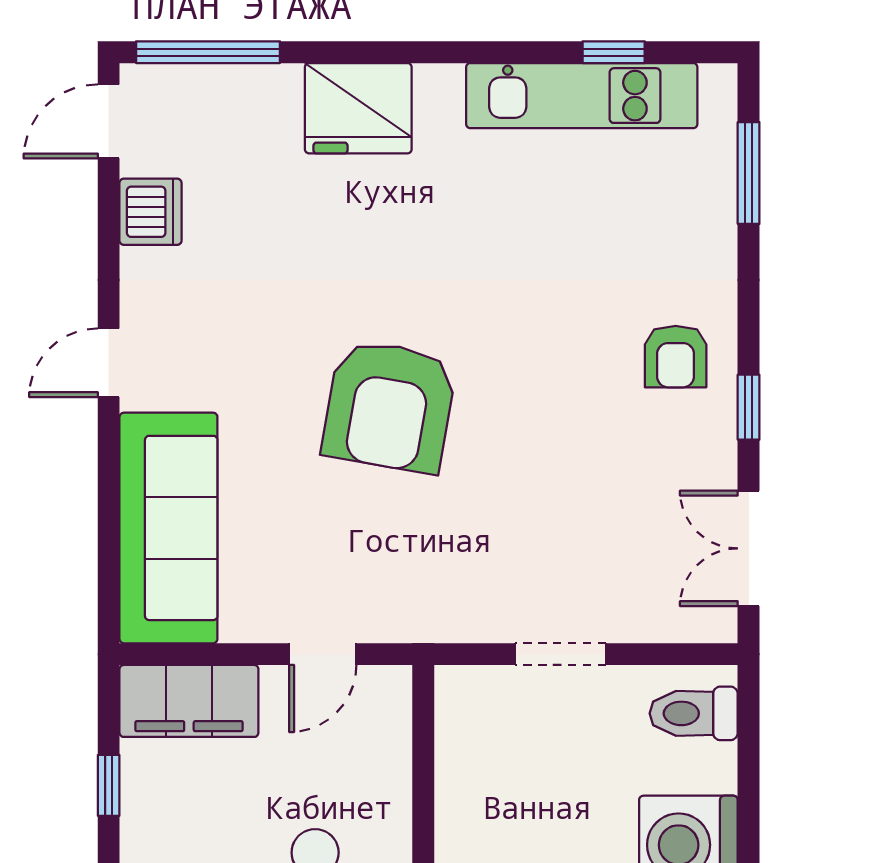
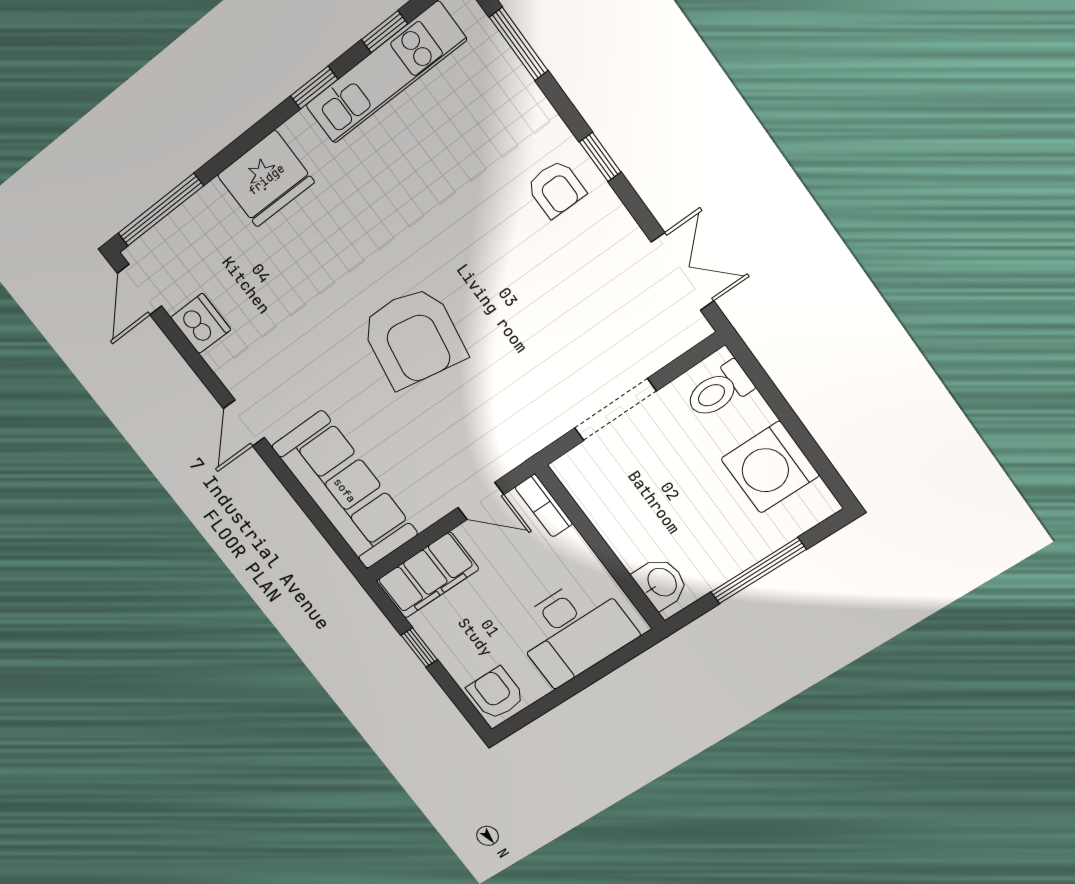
window: (490, 52) -> (314, 88), added
window: (749, 407) -> (600, 157), moved
double door: (749, 548) -> (683, 271), swing flipped
door: (323, 654) -> (481, 501), hinge flipped
doorway: (561, 654) -> (615, 410), width x1.38
bookcase: (394, 711) -> (544, 506), added

